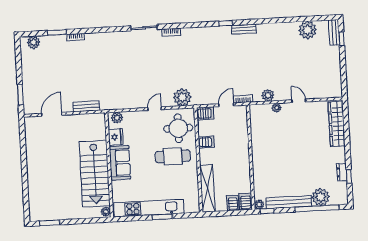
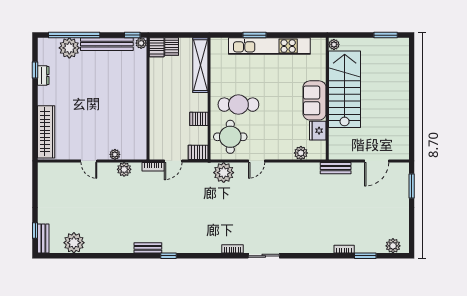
fridge: (116, 137) -> (318, 131), moved
sofa: (120, 163) -> (315, 100), moved
wall: (109, 165) -> (327, 99), moved
stairs: (95, 174) -> (345, 89), moved
plant: (106, 212) -> (334, 44), moved

